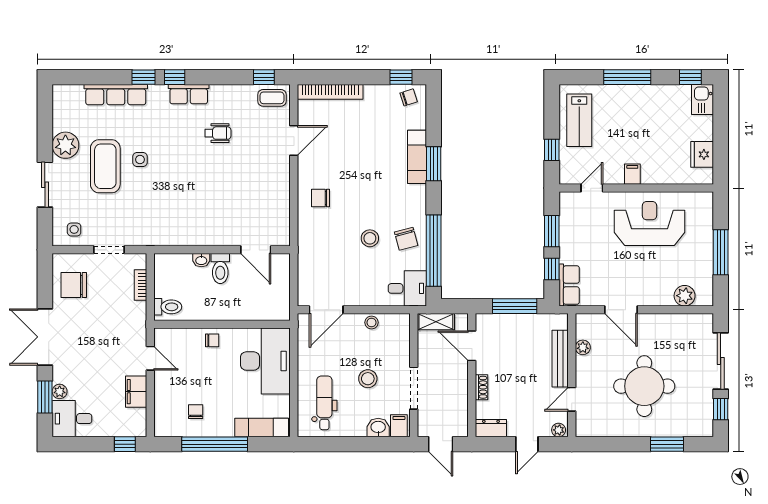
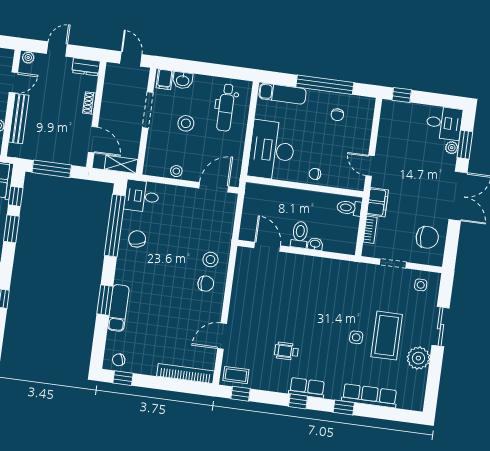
window: (175, 77) -> (298, 401), moved
stool: (370, 238) -> (210, 260), moved
filing cabinet: (136, 392) -> (378, 202), moved

